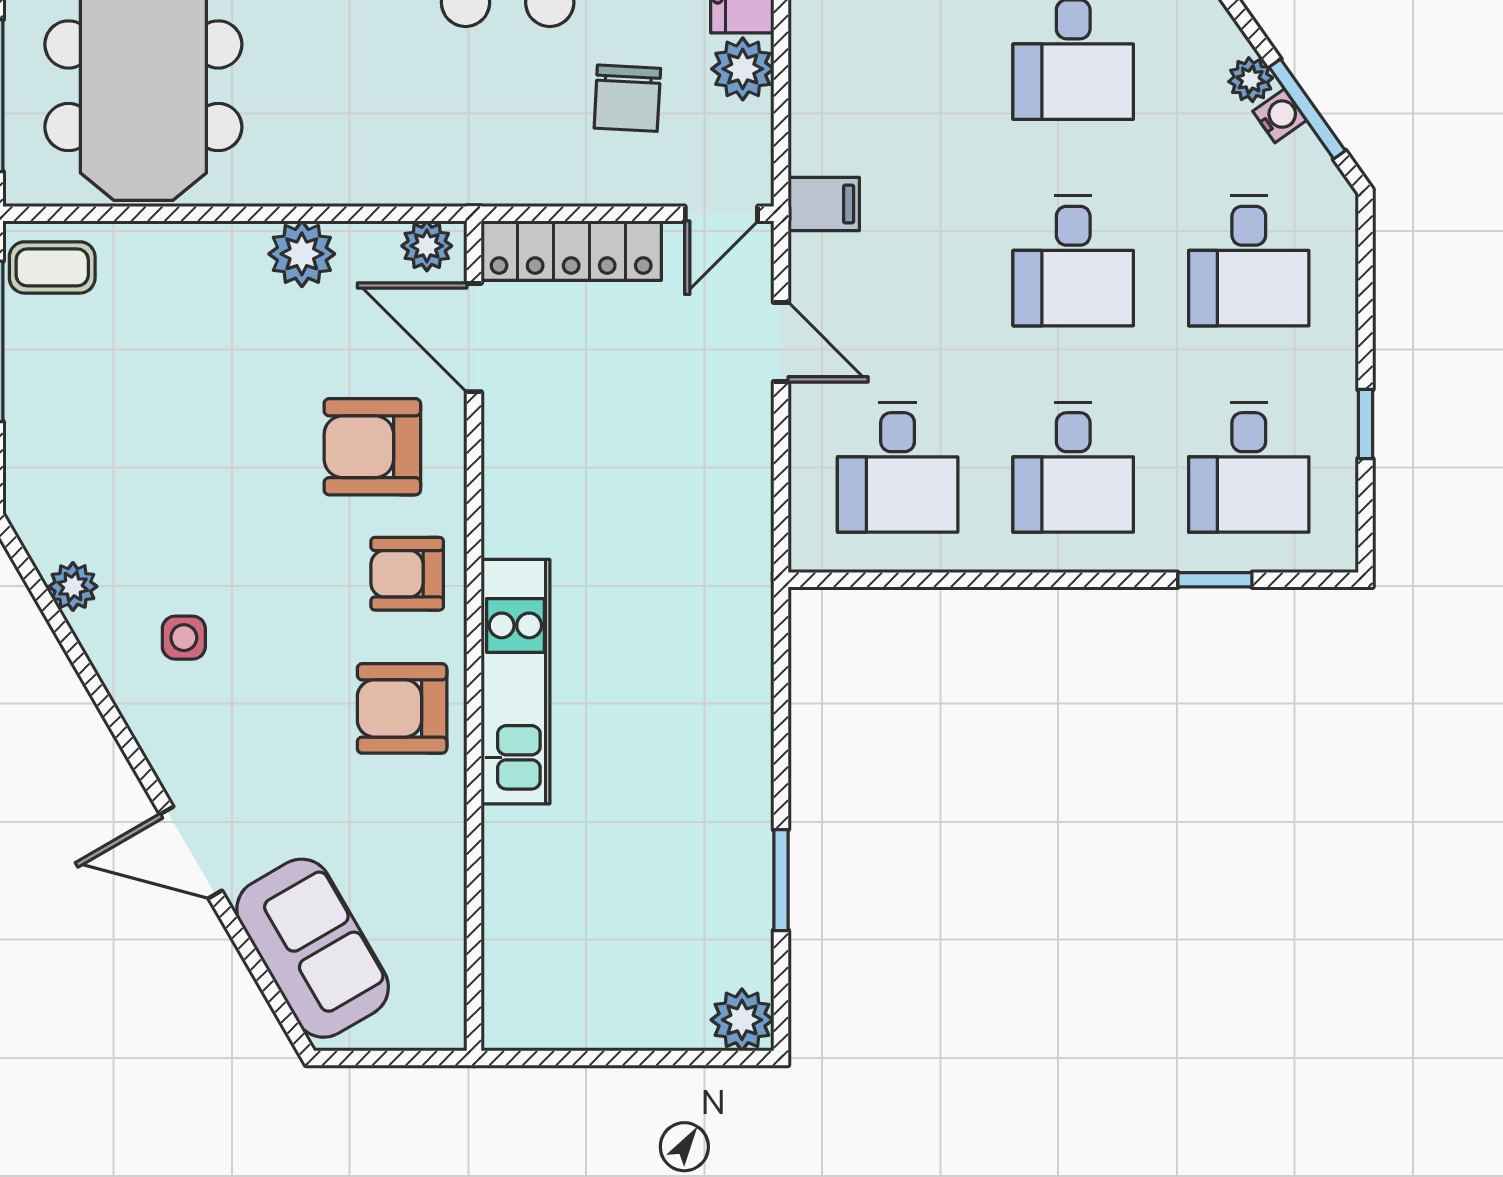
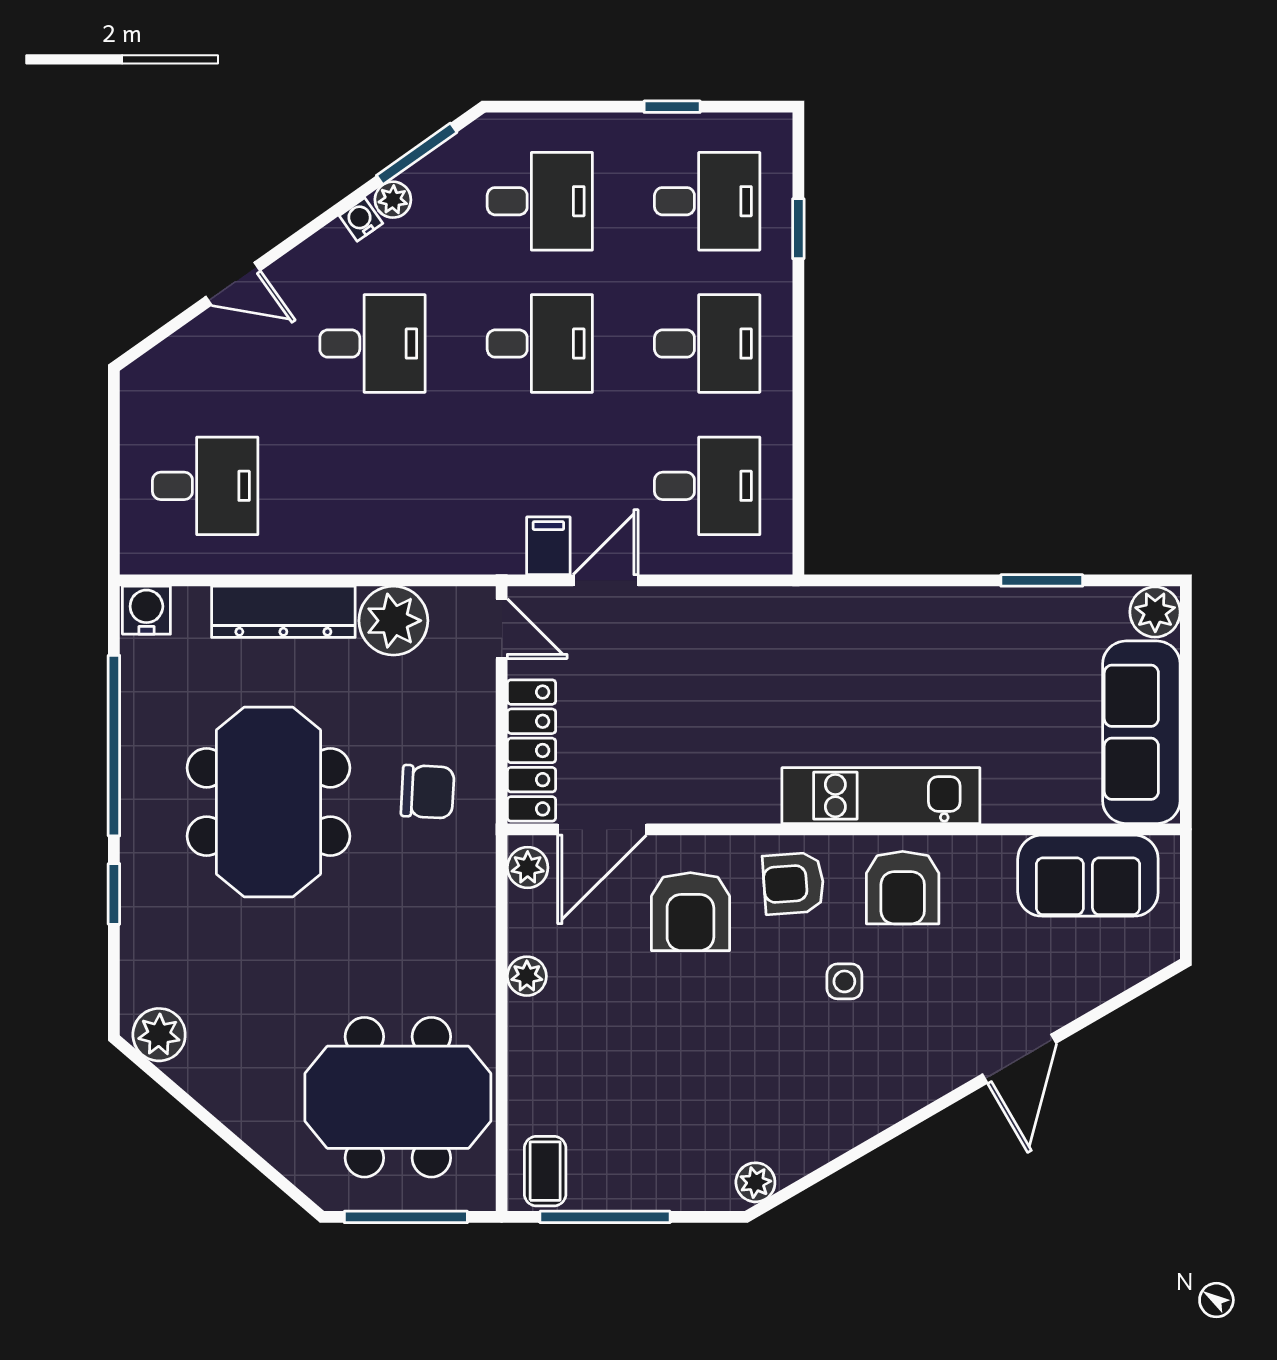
plant: (743, 69) -> (393, 621), width x1.36, depth x1.36
chair: (627, 98) -> (428, 792), moved
water cooler: (1280, 116) -> (361, 219), moved
filing cabinet: (824, 204) -> (548, 546), moved
plant: (302, 254) -> (527, 976), width x0.73, depth x0.73
armchair: (407, 574) -> (793, 883), turned 86
plant: (73, 586) -> (755, 1182), moved
side table: (184, 638) -> (844, 981), moved
sofa: (313, 948) -> (1088, 876), moved, turned -150
sofa: (594, 1003) -> (1141, 732), added

